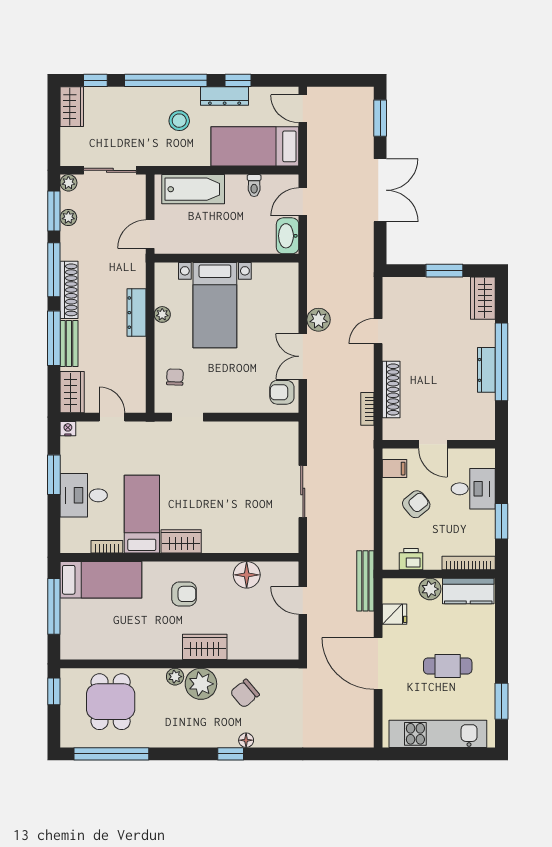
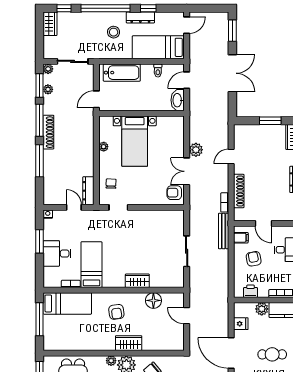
door: (303, 109) -> (187, 25), swing flipped
dresser: (137, 313) -> (88, 191), moved
bench: (69, 343) -> (48, 164), removed
wardrobe: (72, 392) -> (50, 193), removed
armchair: (416, 504) -> (254, 259), turned -62
wardrobe: (181, 541) -> (137, 281), moved
bench: (365, 581) -> (224, 231), moved
armchair: (184, 594) -> (116, 312), turned 82

